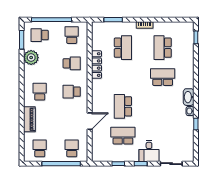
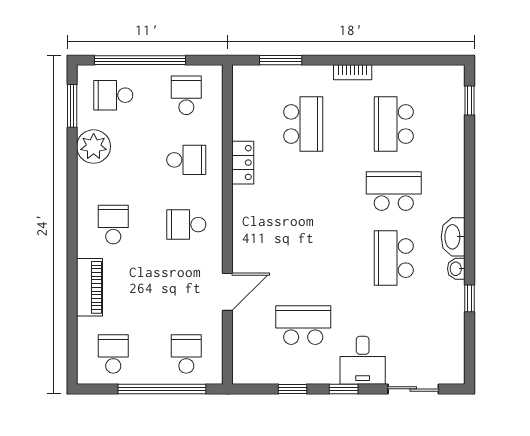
locker: (97, 65) -> (243, 163), width x0.66
school desk: (123, 106) -> (394, 258), moved

